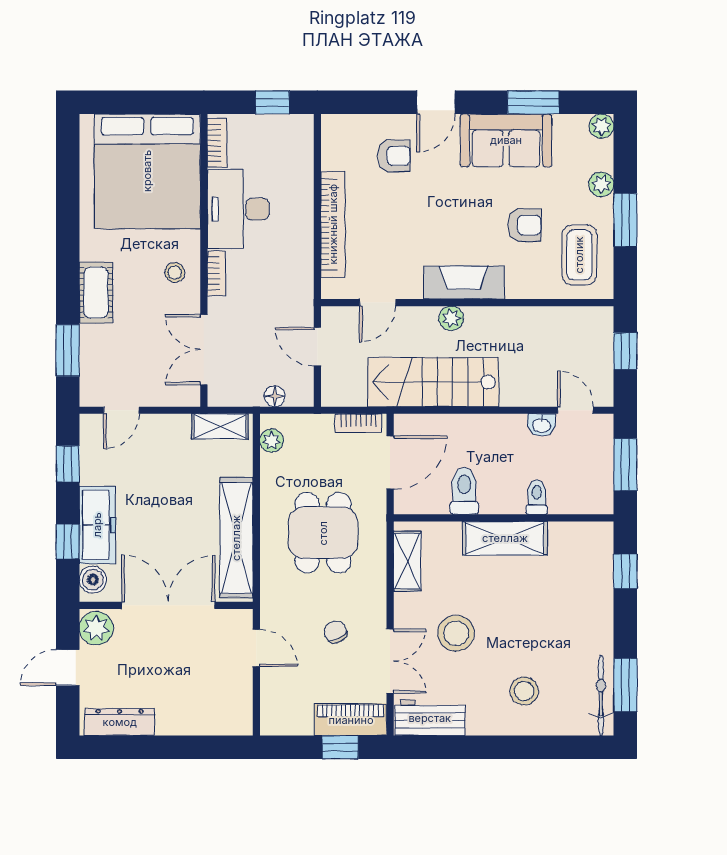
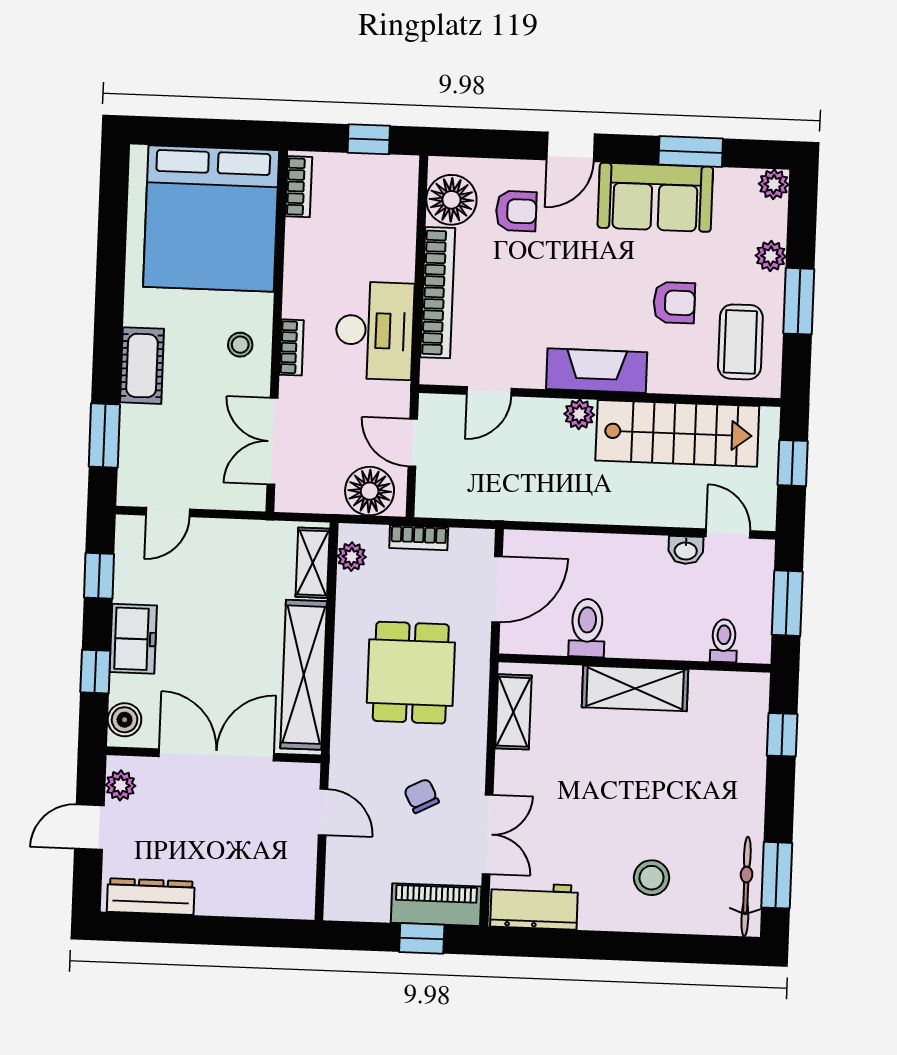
floor lamp: (341, 149) -> (451, 200), added
desk: (238, 209) -> (375, 331), moved, turned 180
stairs: (433, 382) -> (677, 433), moved, turned 180
floor lamp: (275, 396) -> (370, 491), width x1.89, depth x1.89
bookcase: (358, 423) -> (419, 538), moved
shelving: (220, 426) -> (313, 563), moved, turned 90
toilet: (537, 497) -> (724, 641), moved
freezer: (97, 525) -> (133, 639), width x0.71
plant: (96, 628) -> (121, 785), width x0.73, depth x0.73
stool: (456, 633) -> (570, 803), removed

